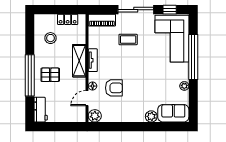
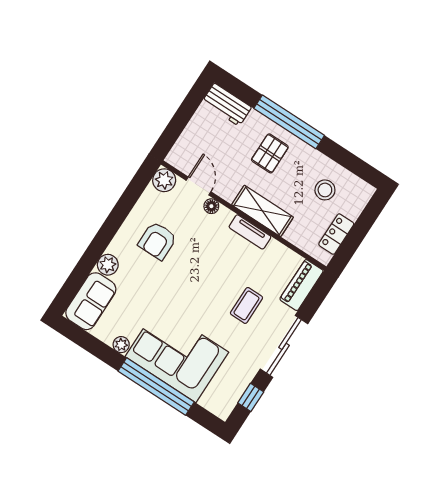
corner sofa: (172, 39) -> (177, 354), moved
armchair: (114, 88) -> (157, 241), moved

